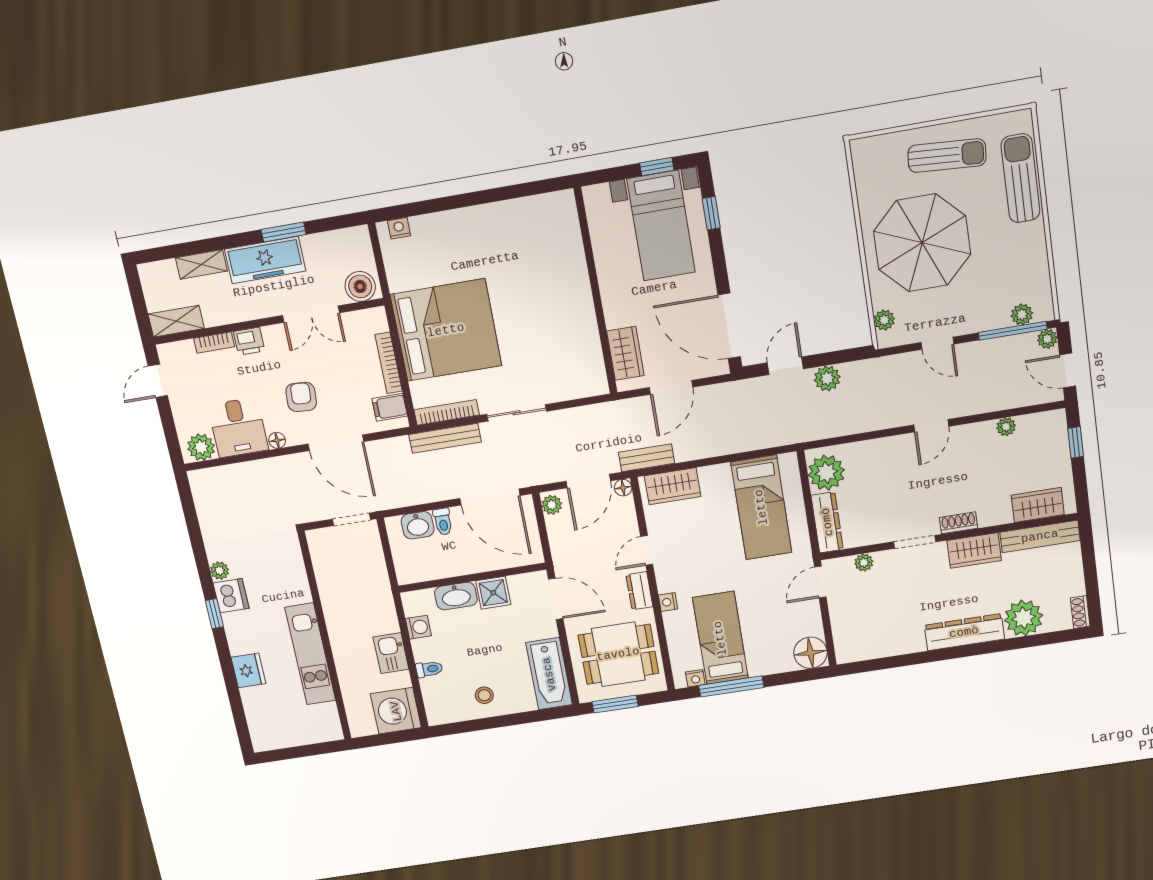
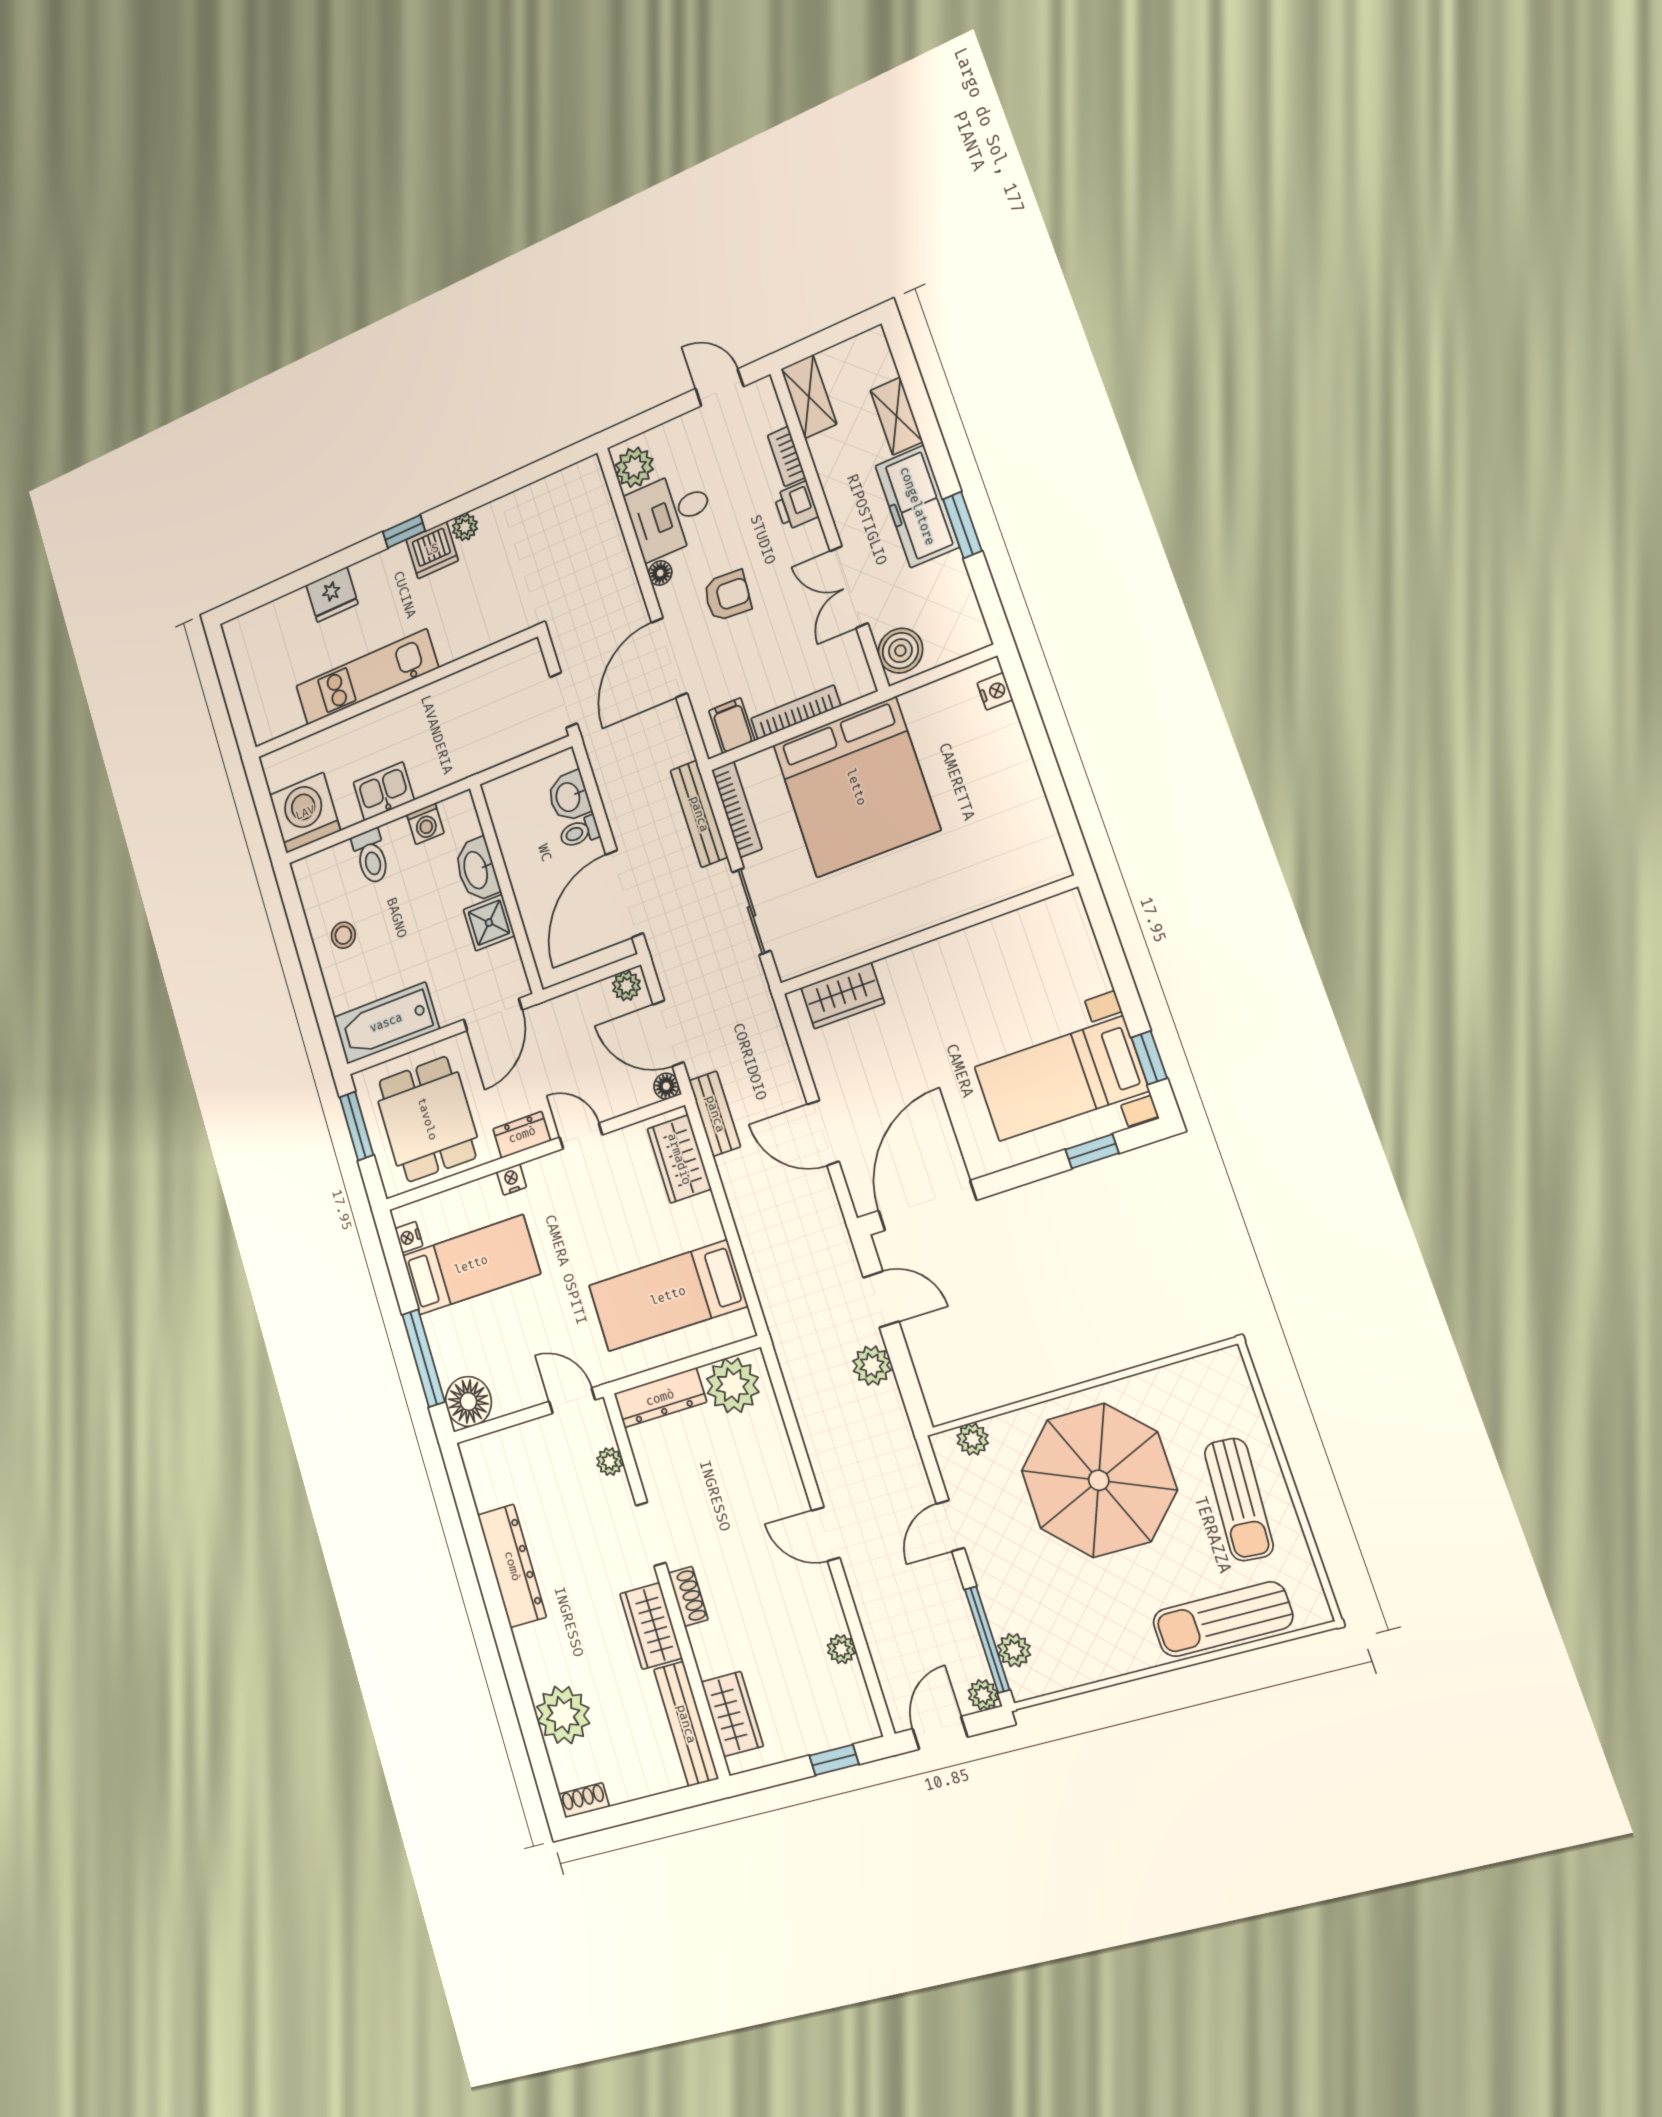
sun lounger: (1020, 178) -> (1223, 1619), turned 180
wall: (596, 292) -> (926, 936), moved
wardrobe: (625, 353) -> (843, 996), moved
dresser: (964, 632) -> (512, 1566), moved
toilet: (429, 669) -> (371, 857), width x1.37, depth x1.39
window: (731, 686) -> (424, 1358), moved

